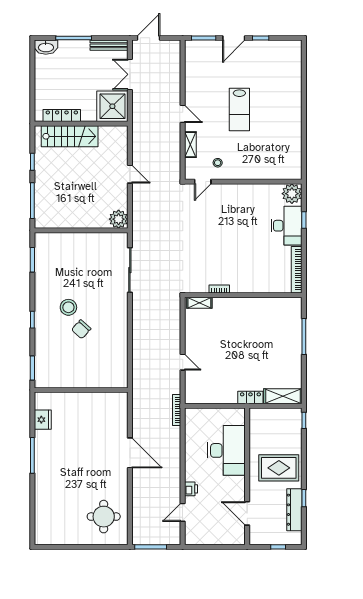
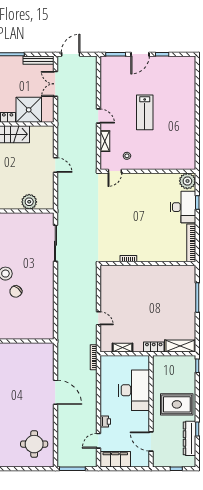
shower: (112, 106) -> (29, 110), moved
plant: (119, 219) -> (29, 202), moved
shelving: (199, 303) -> (122, 348), moved
filing cabinet: (203, 535) -> (115, 459), added

